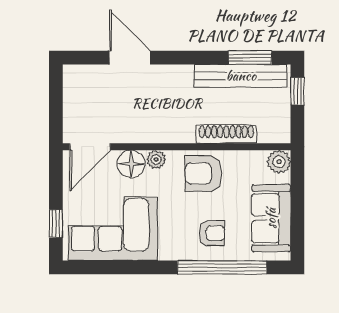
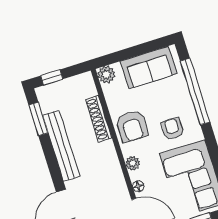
bench: (241, 76) -> (61, 146), moved
floor lamp: (131, 164) -> (138, 186), width x0.53, depth x0.53
armchair: (212, 233) -> (172, 129), moved

